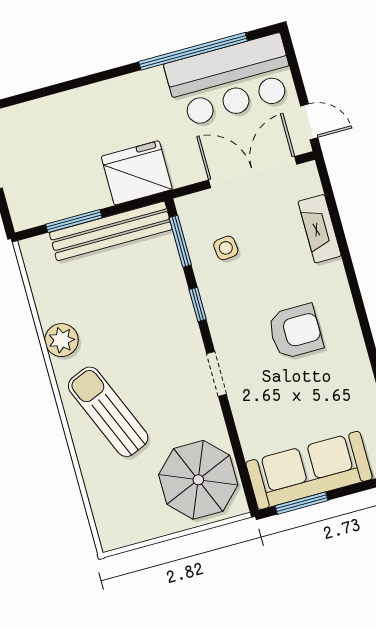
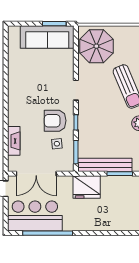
armchair: (295, 331) -> (55, 121), moved

